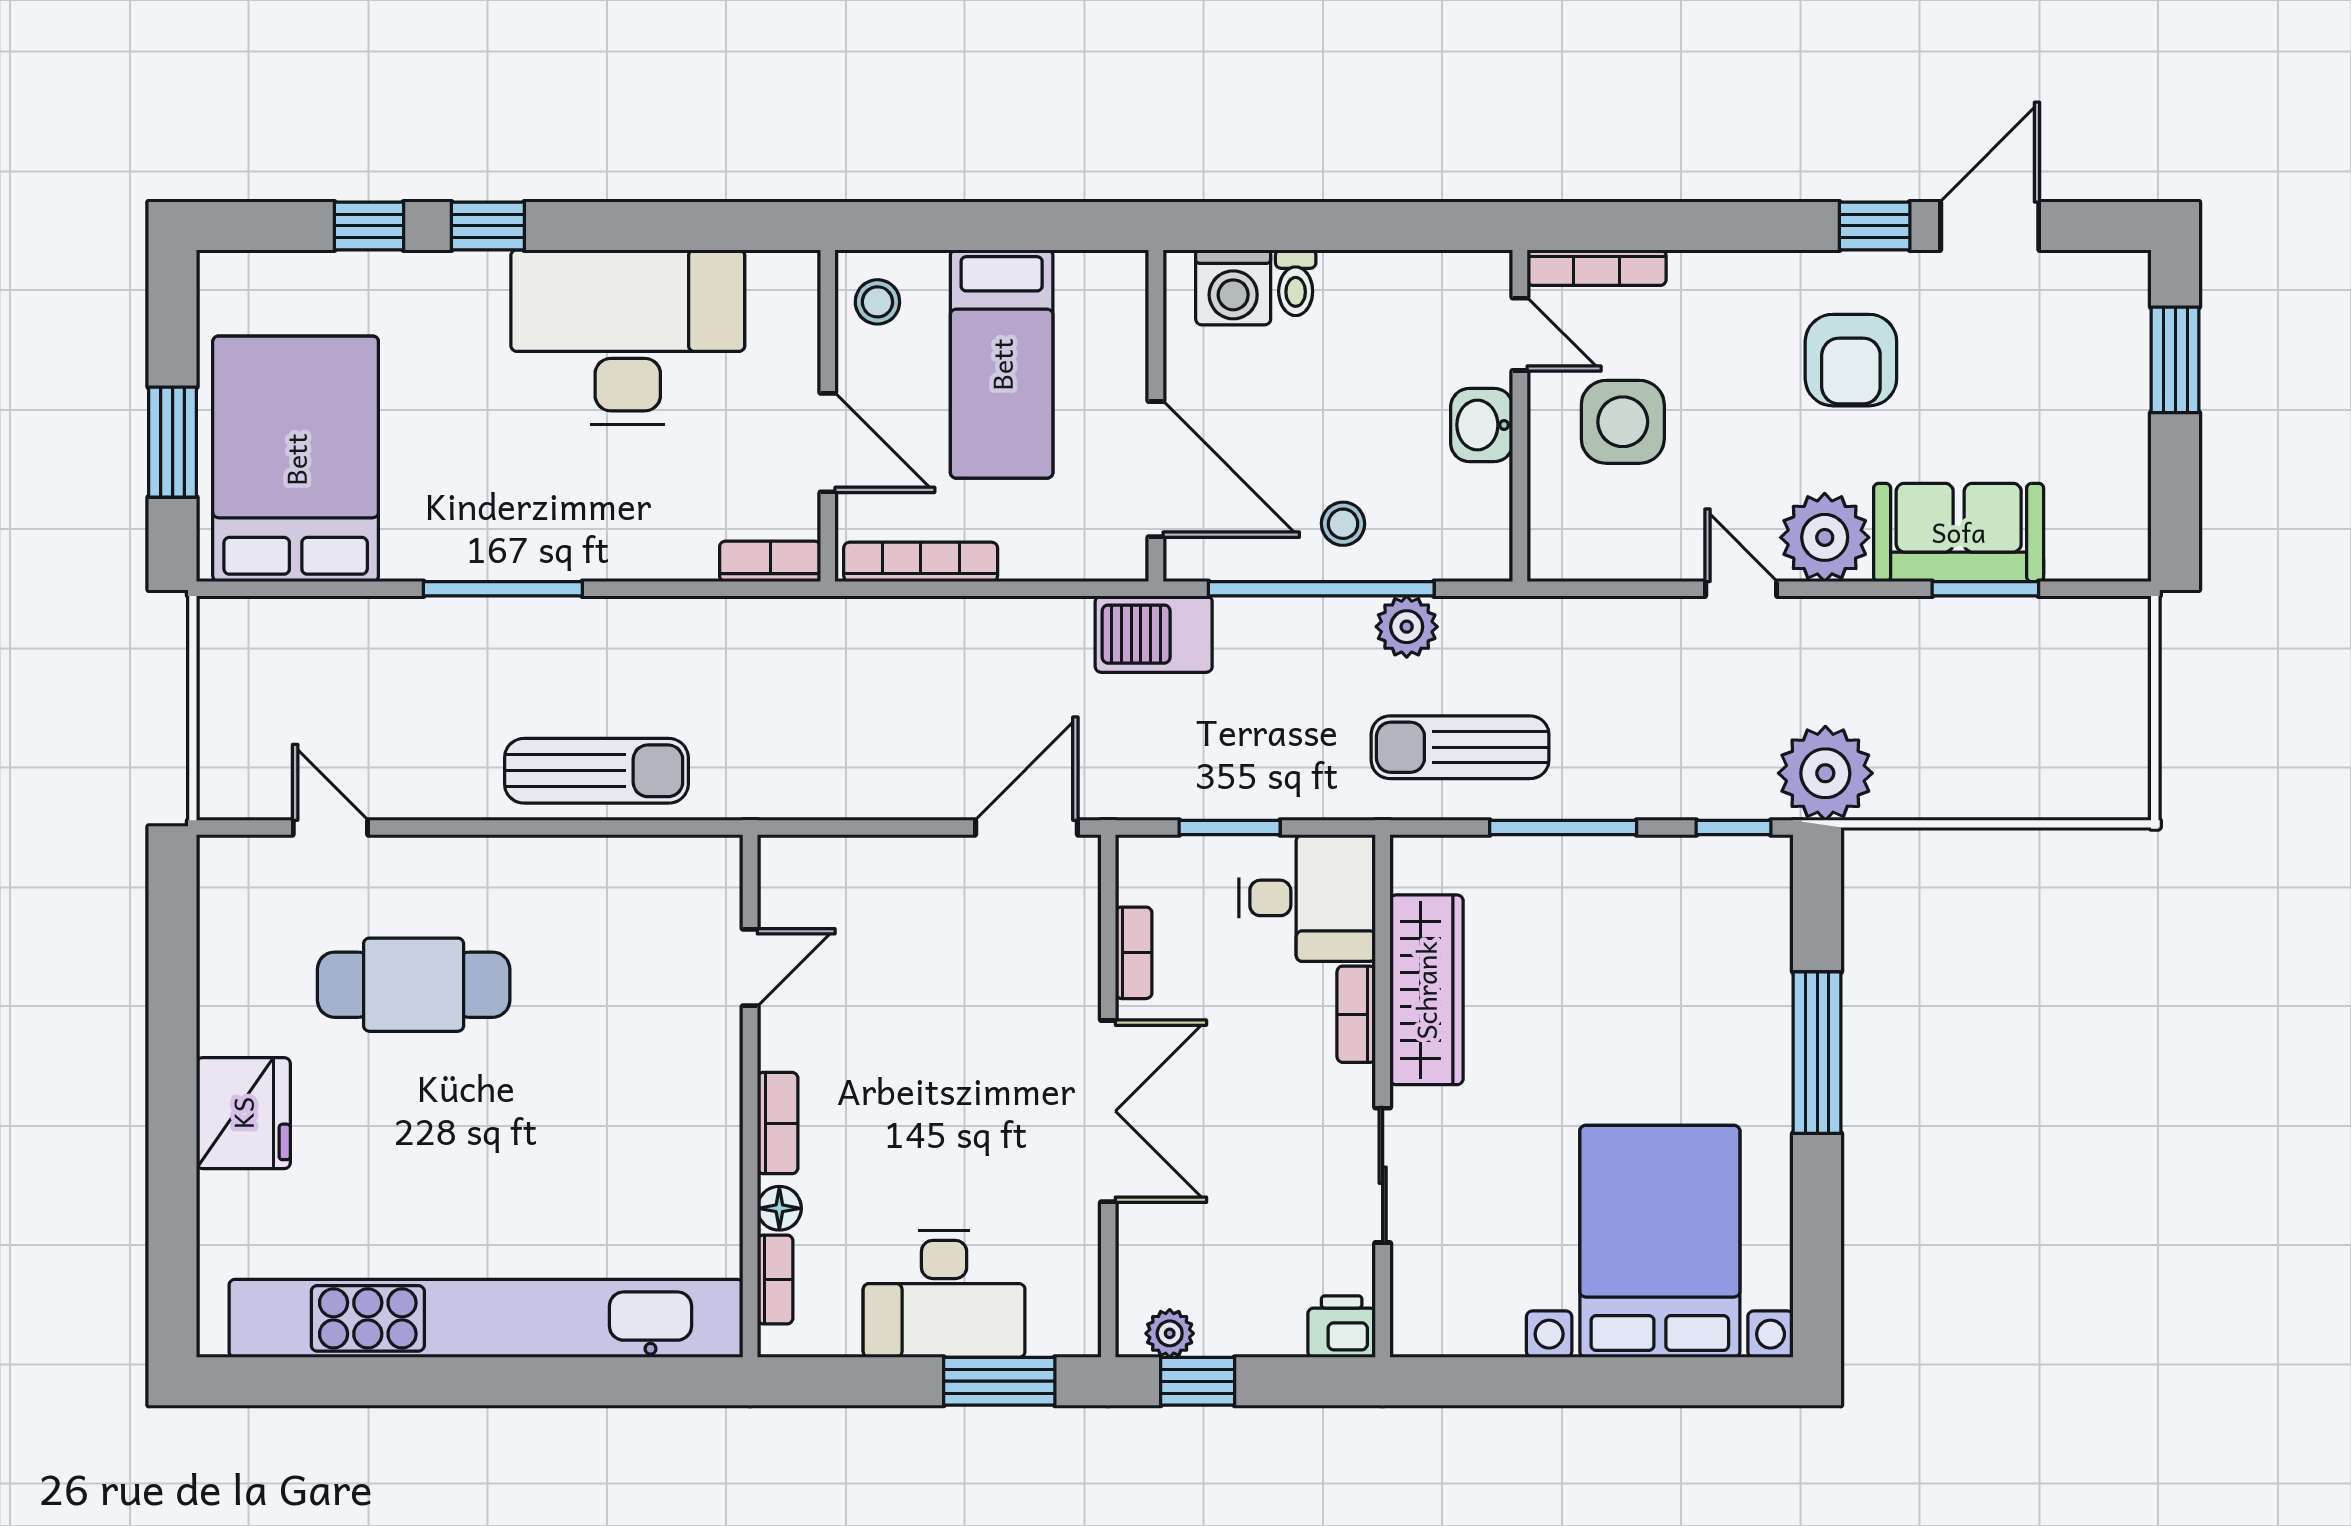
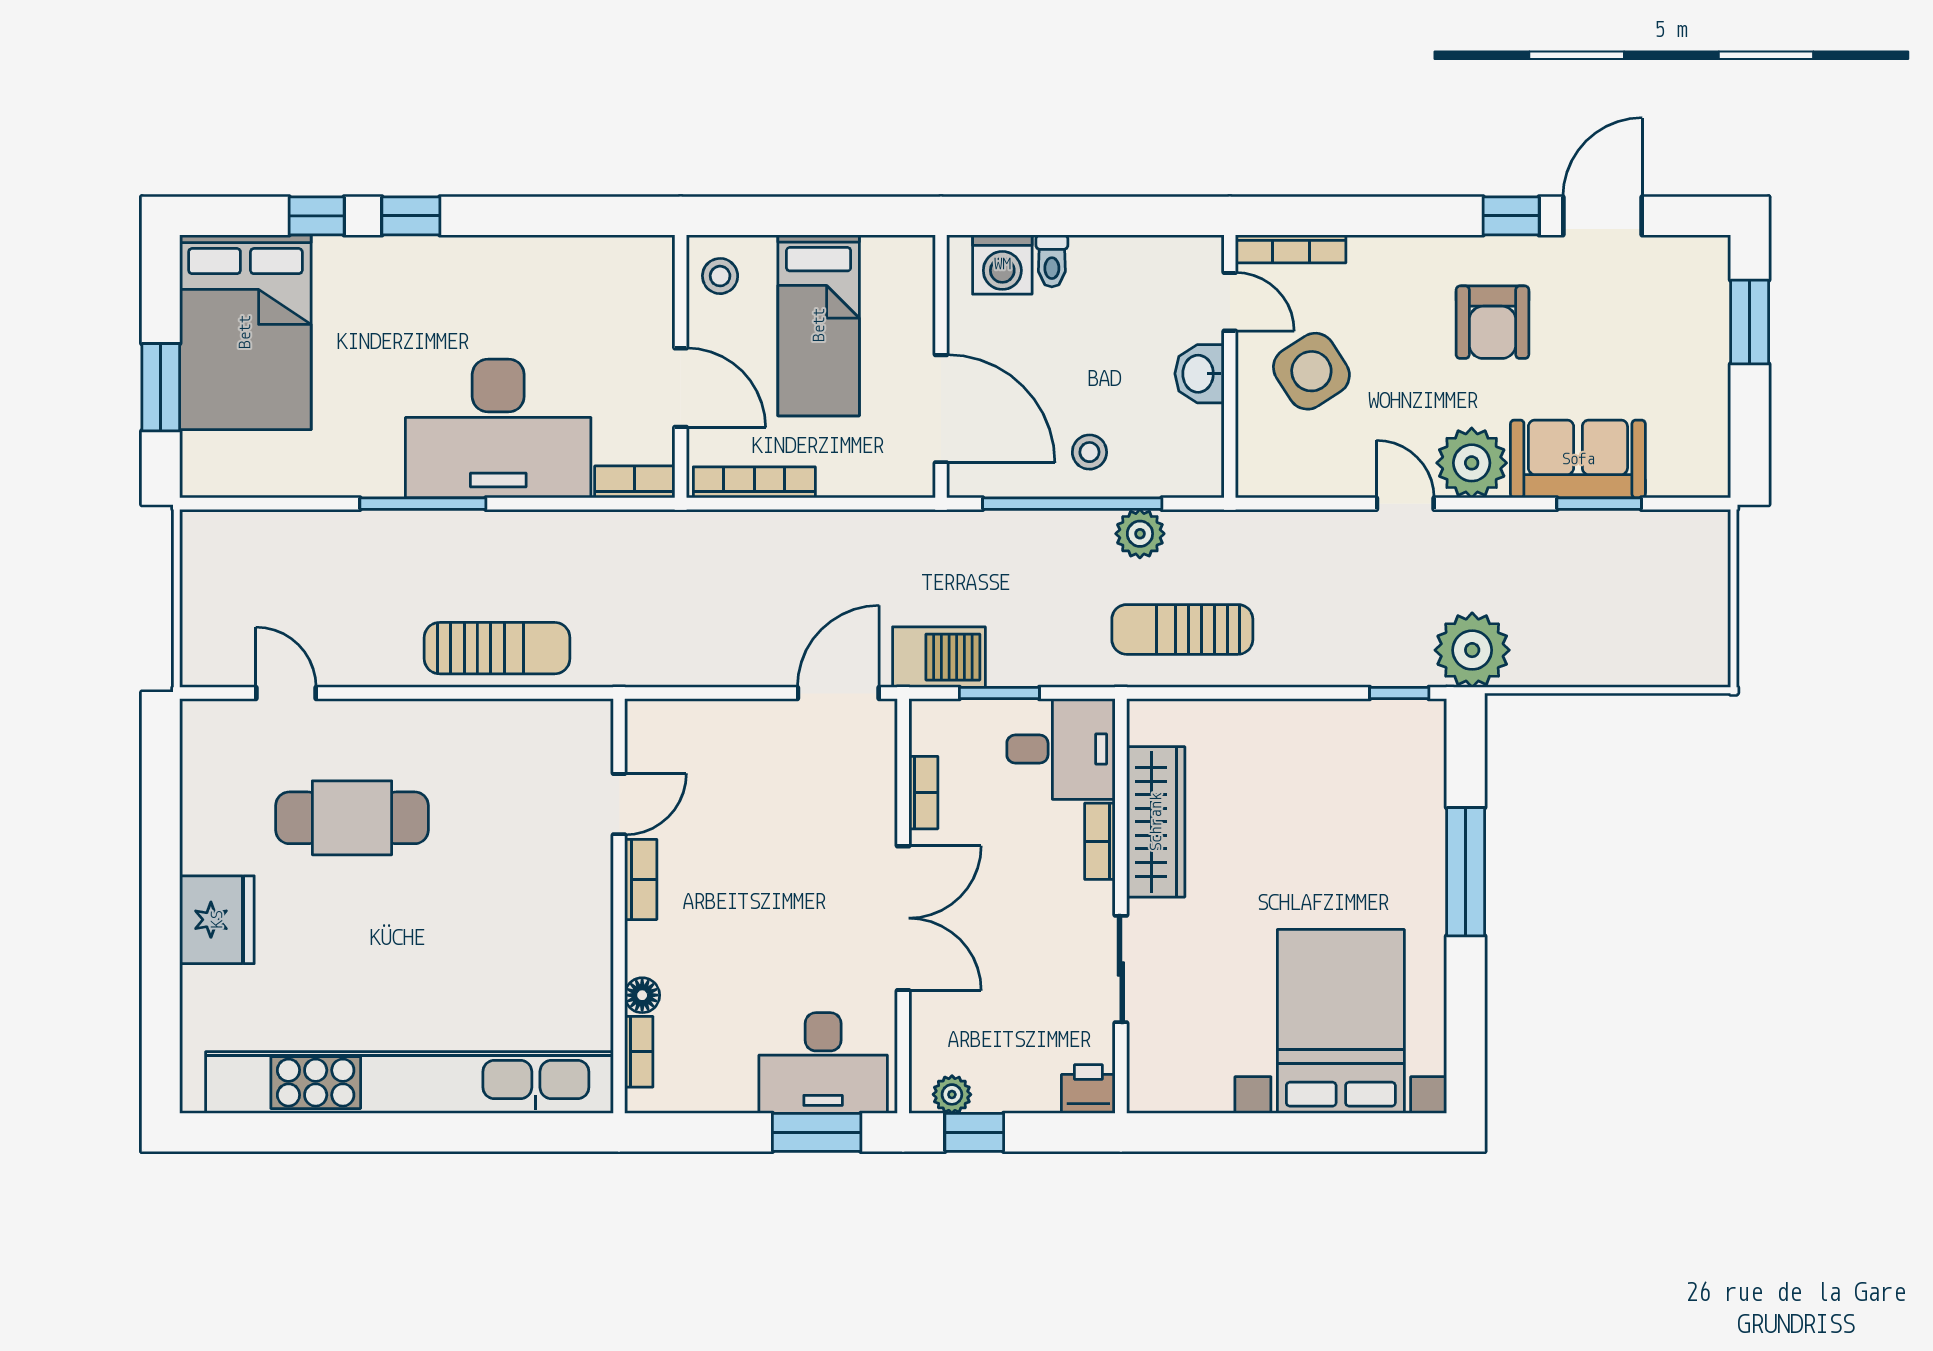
desk: (628, 337) -> (498, 429), moved, turned 180
side table: (1623, 422) -> (1311, 371), turned -33
bed: (296, 459) -> (245, 332), moved, turned 180
barbecue: (1154, 634) -> (939, 657), moved, turned 180
window: (1563, 827) -> (1264, 693), removed
bookcase: (778, 1123) -> (641, 879), moved
desk: (944, 1294) -> (823, 1063), moved

